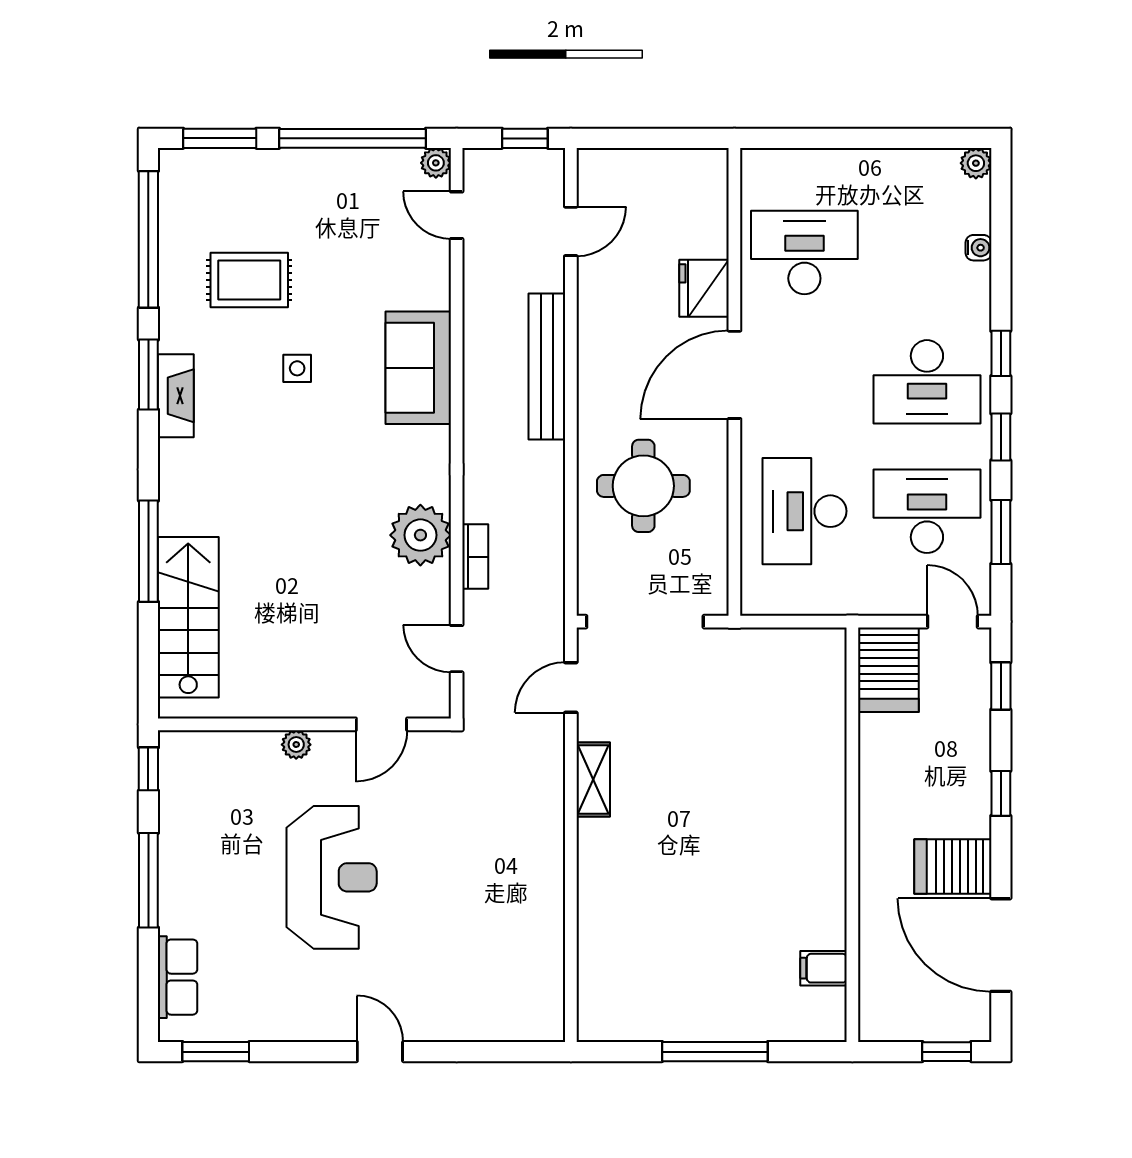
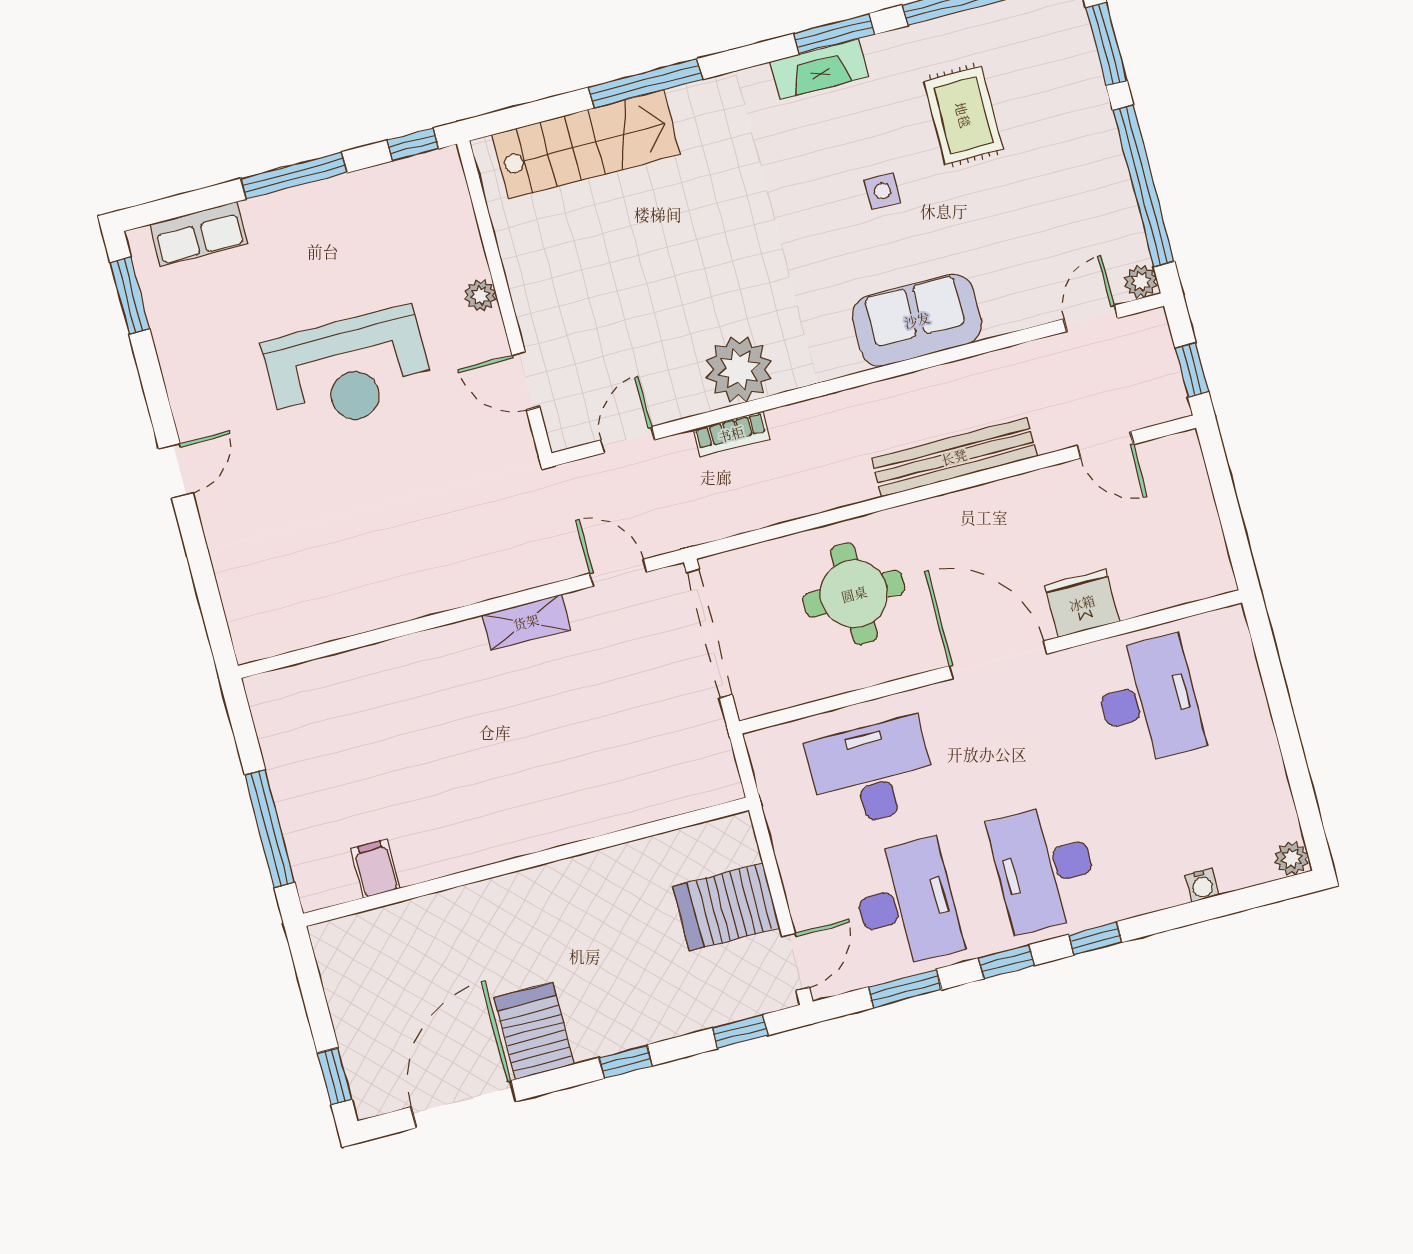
wall: (852, 835) -> (526, 862), moved
filing cabinet: (824, 968) -> (375, 869), moved

